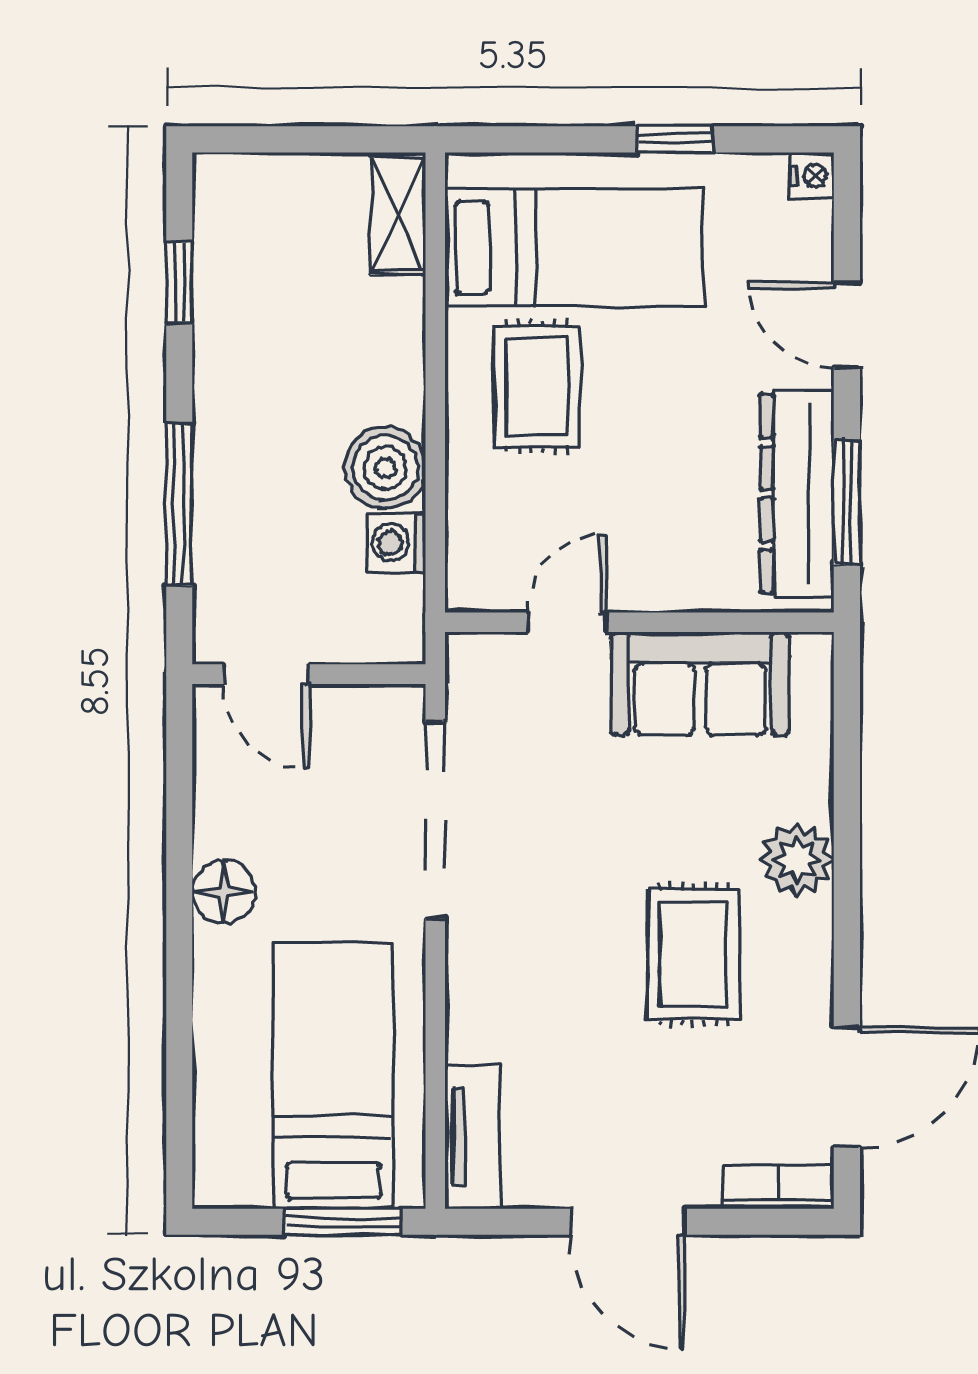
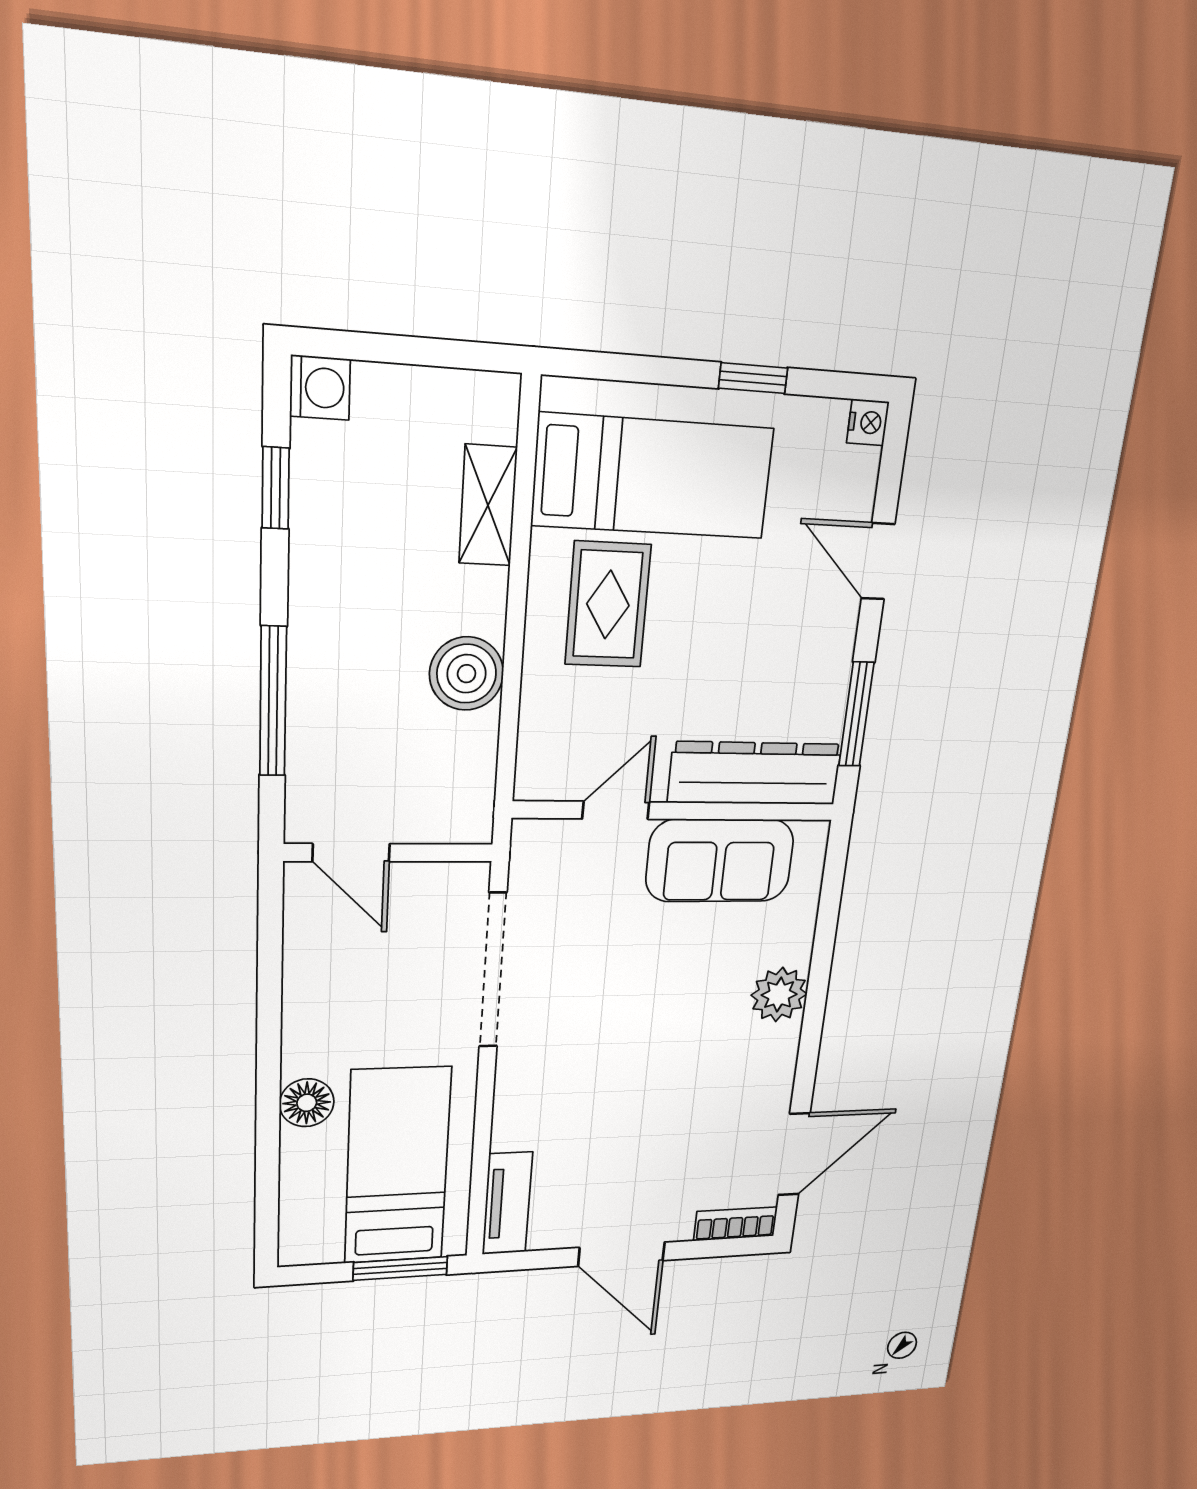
shelving: (398, 214) -> (488, 505), moved
dresser: (797, 494) -> (755, 773), moved, turned 90
washing machine: (396, 543) -> (320, 388), moved, turned 180
floor lamp: (224, 892) -> (307, 1103), moved
rug: (693, 955) -> (691, 1066), removed

